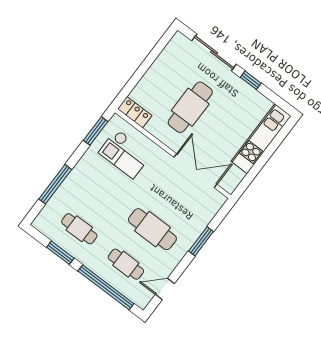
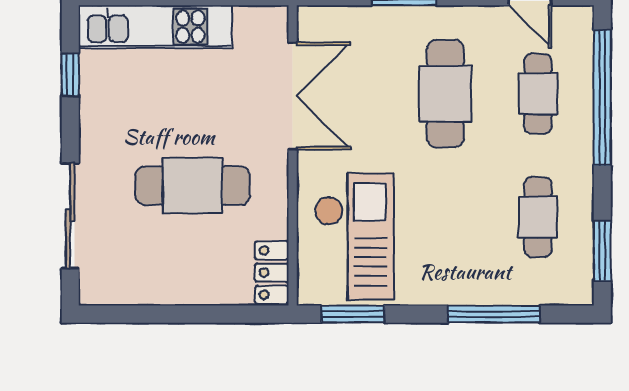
window: (251, 80) -> (70, 75), moved
checkout: (125, 154) -> (354, 236), width x1.36, depth x1.21
double door: (195, 171) -> (293, 96), swing flipped
window: (60, 253) -> (602, 251), moved

